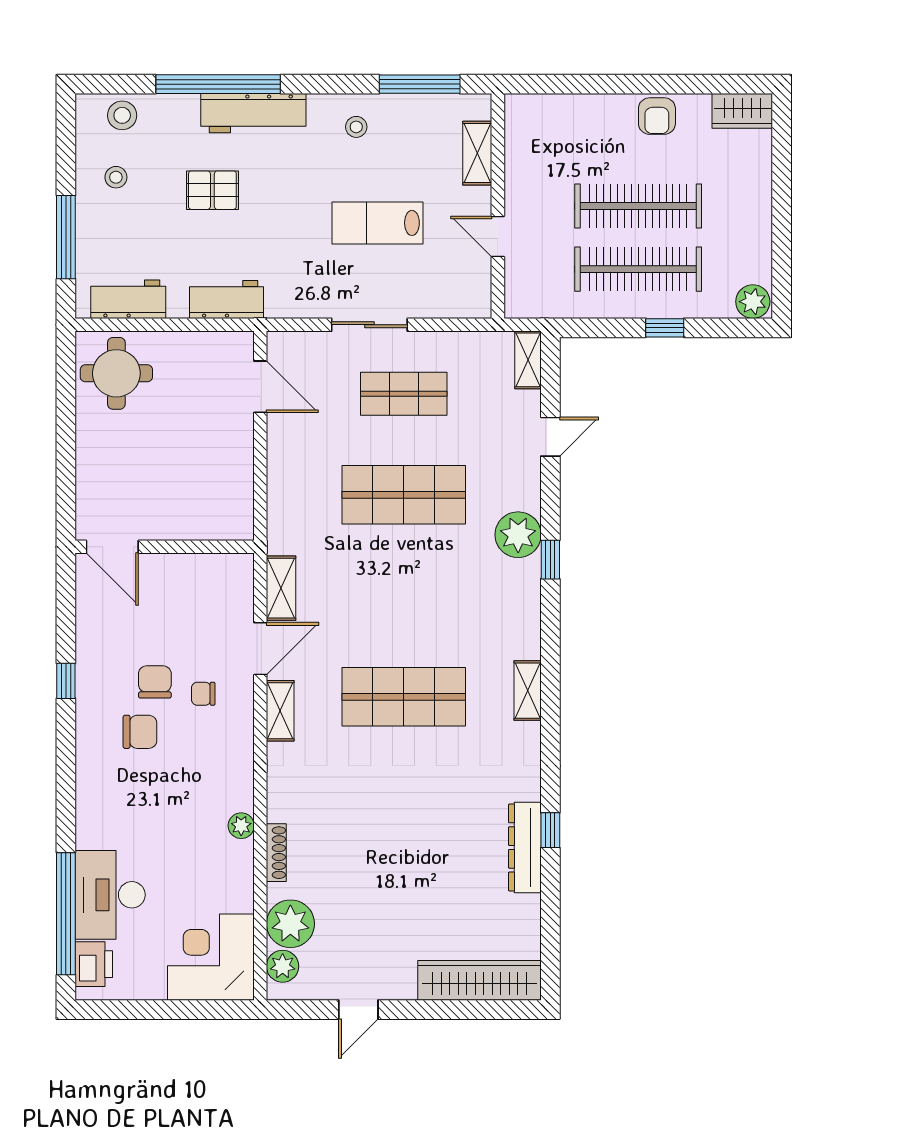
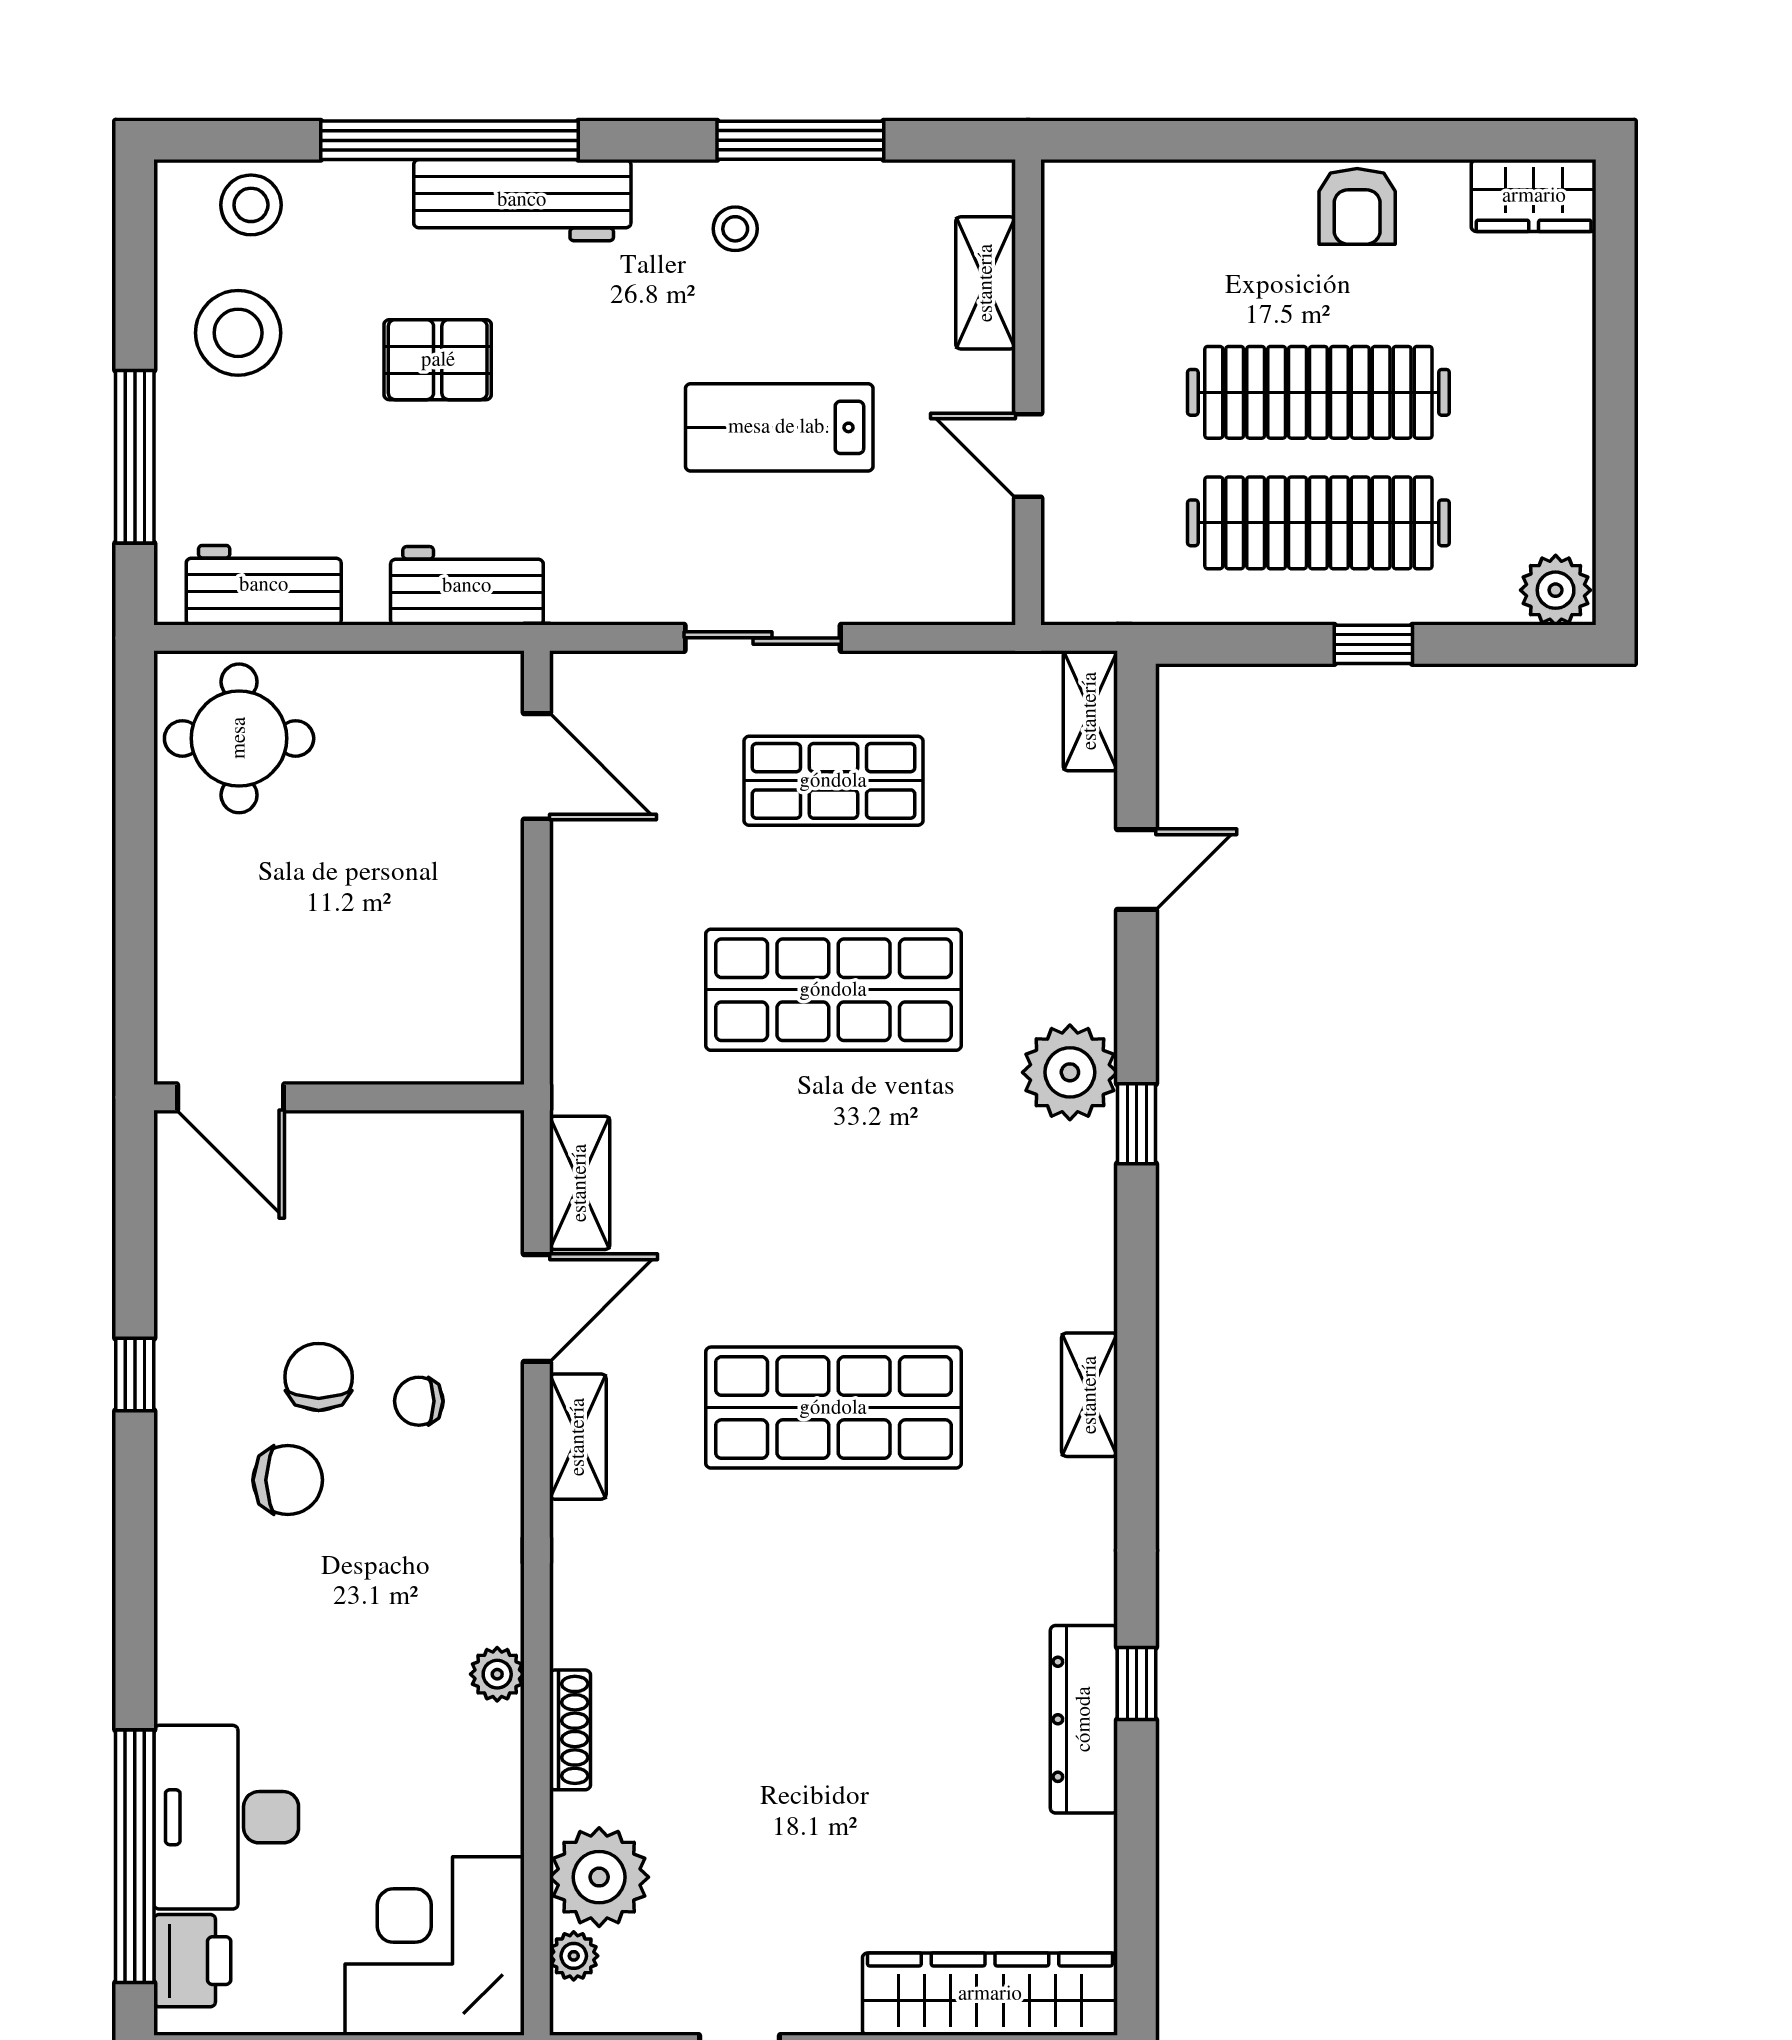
window: (420, 84) -> (800, 140), moved
stool: (116, 177) -> (238, 333), width x1.89, depth x1.89
plant: (283, 966) -> (574, 1956), width x0.73, depth x0.73

